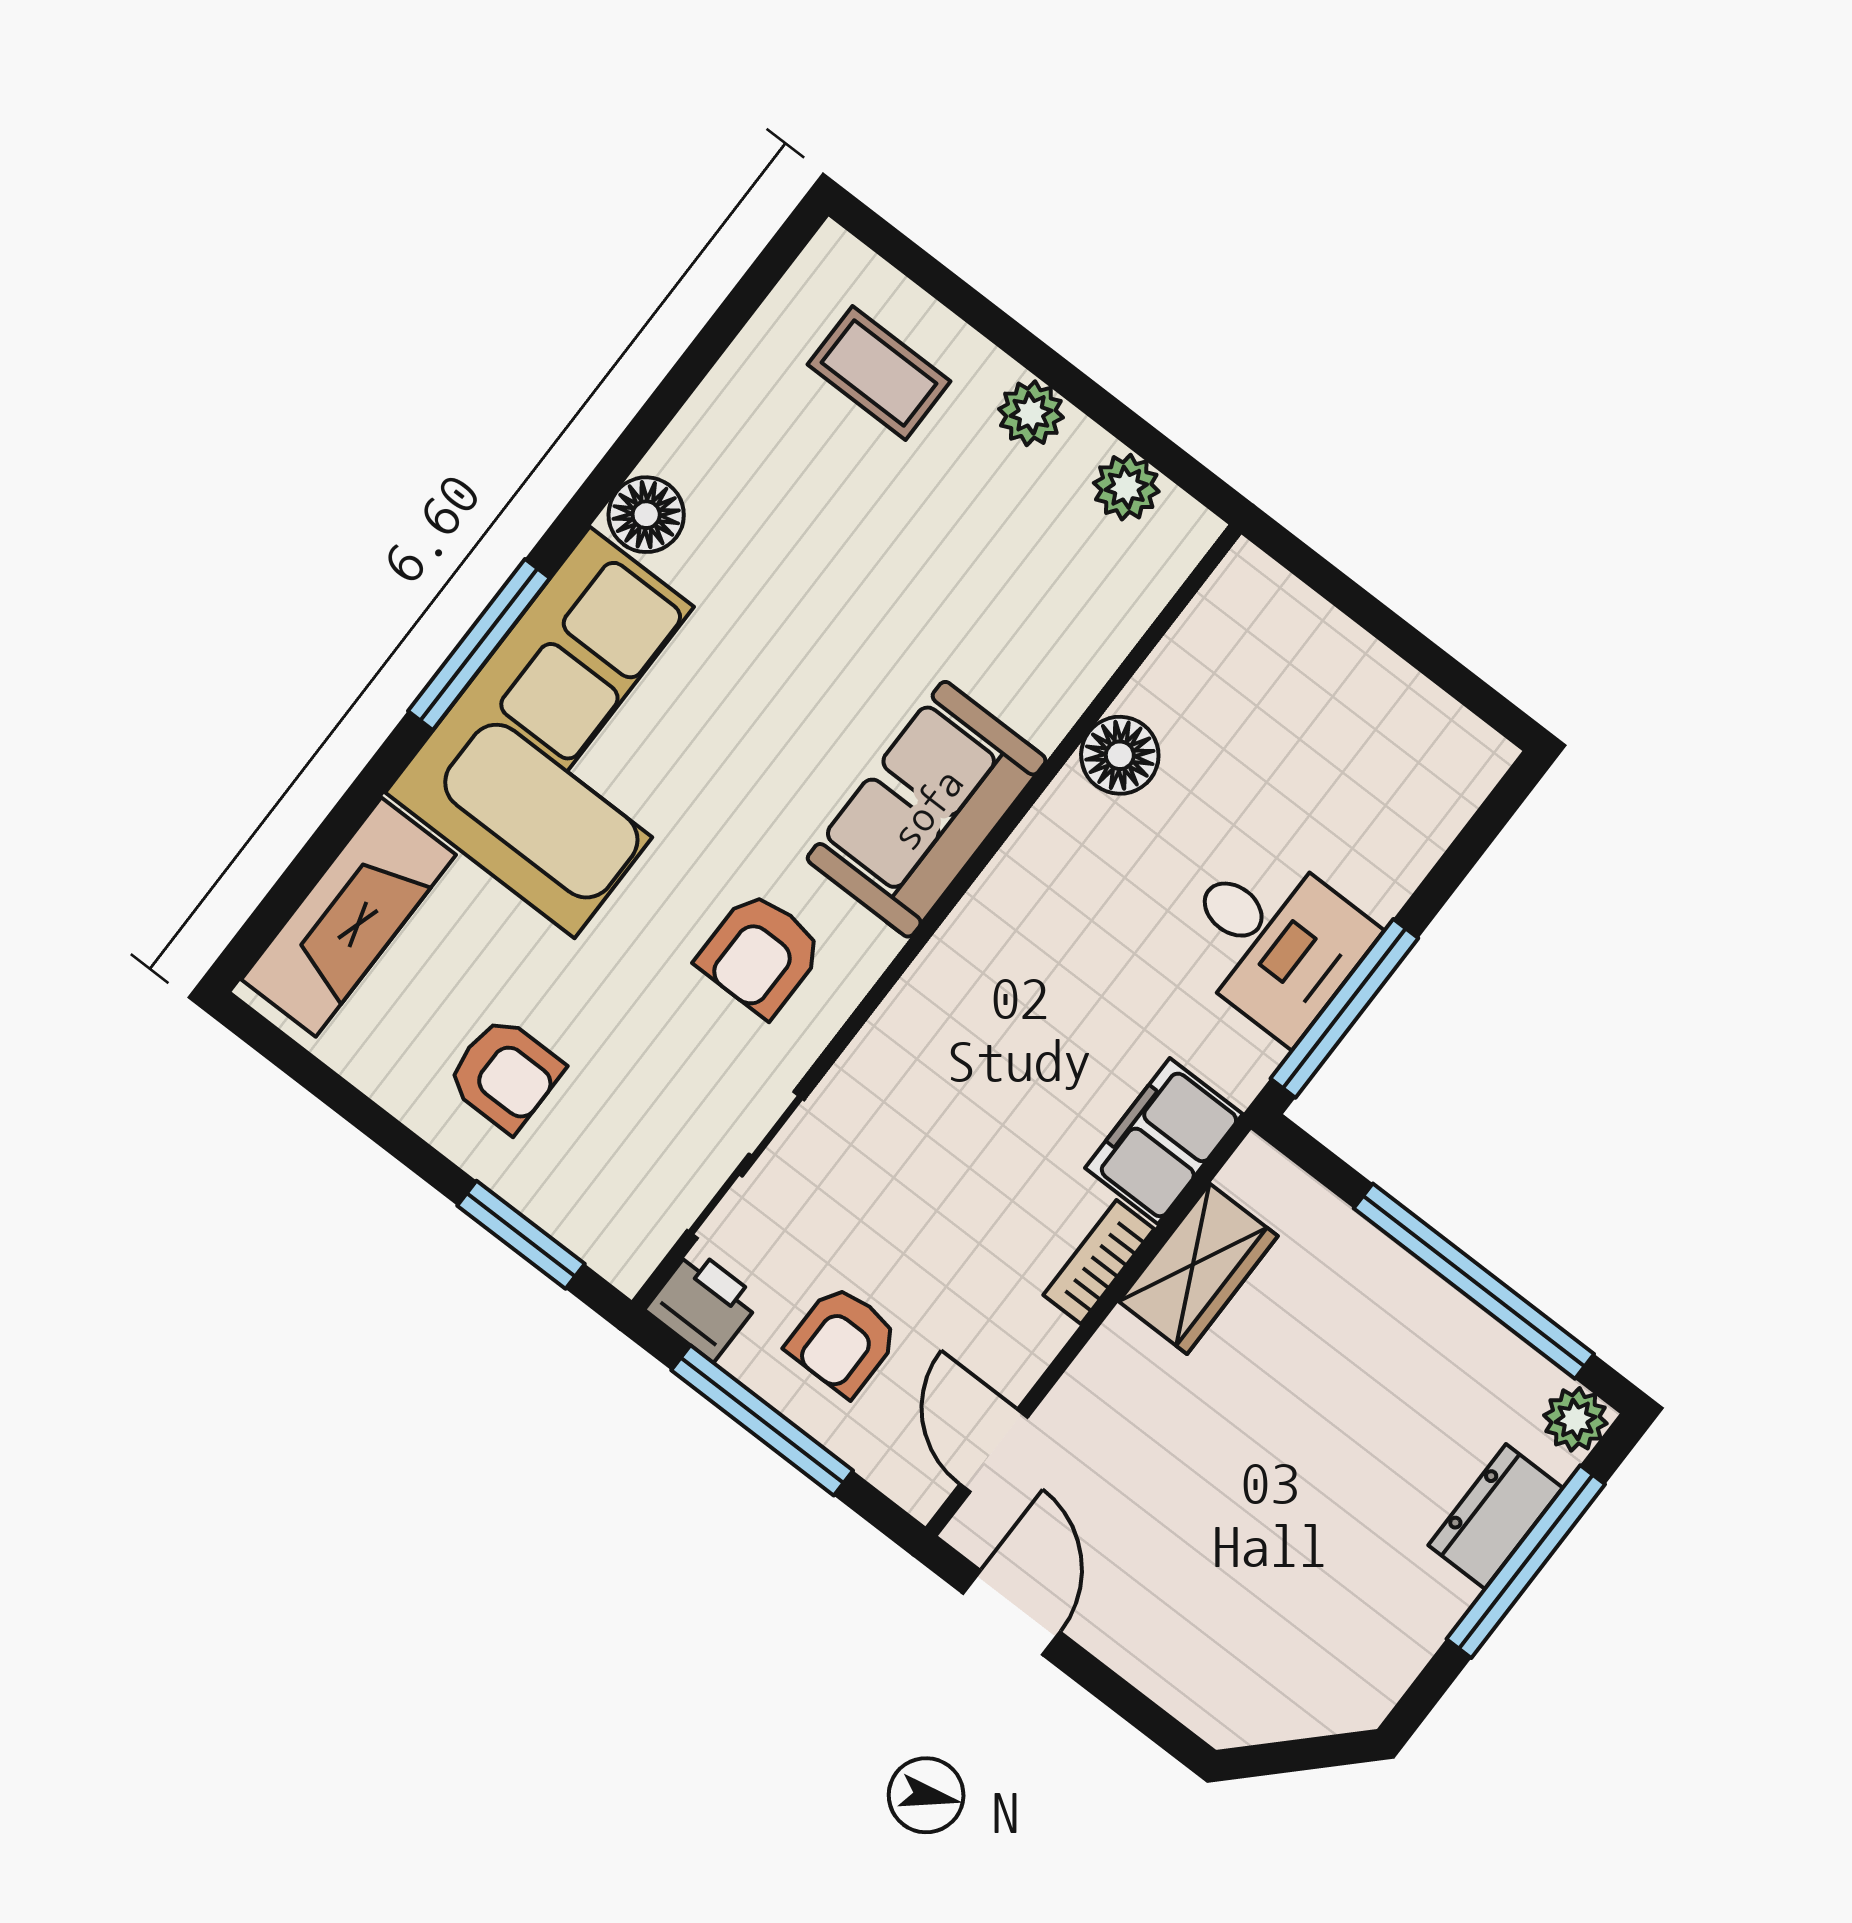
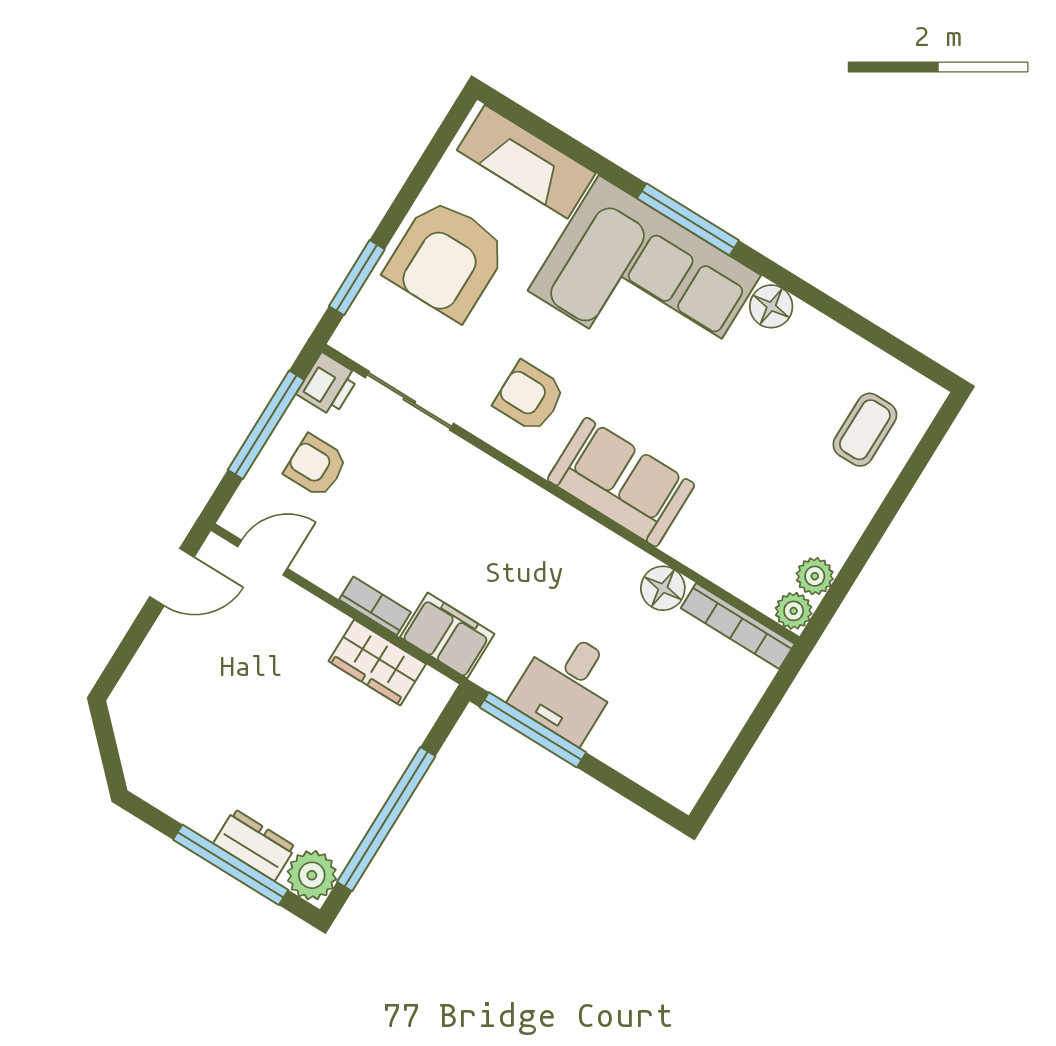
plant: (1031, 413) -> (794, 611), moved
bookcase: (1200, 631) -> (738, 626), added
armchair: (505, 1074) -> (447, 259), width x1.88, depth x1.88
plant: (1575, 1419) -> (312, 875), width x1.38, depth x1.38

